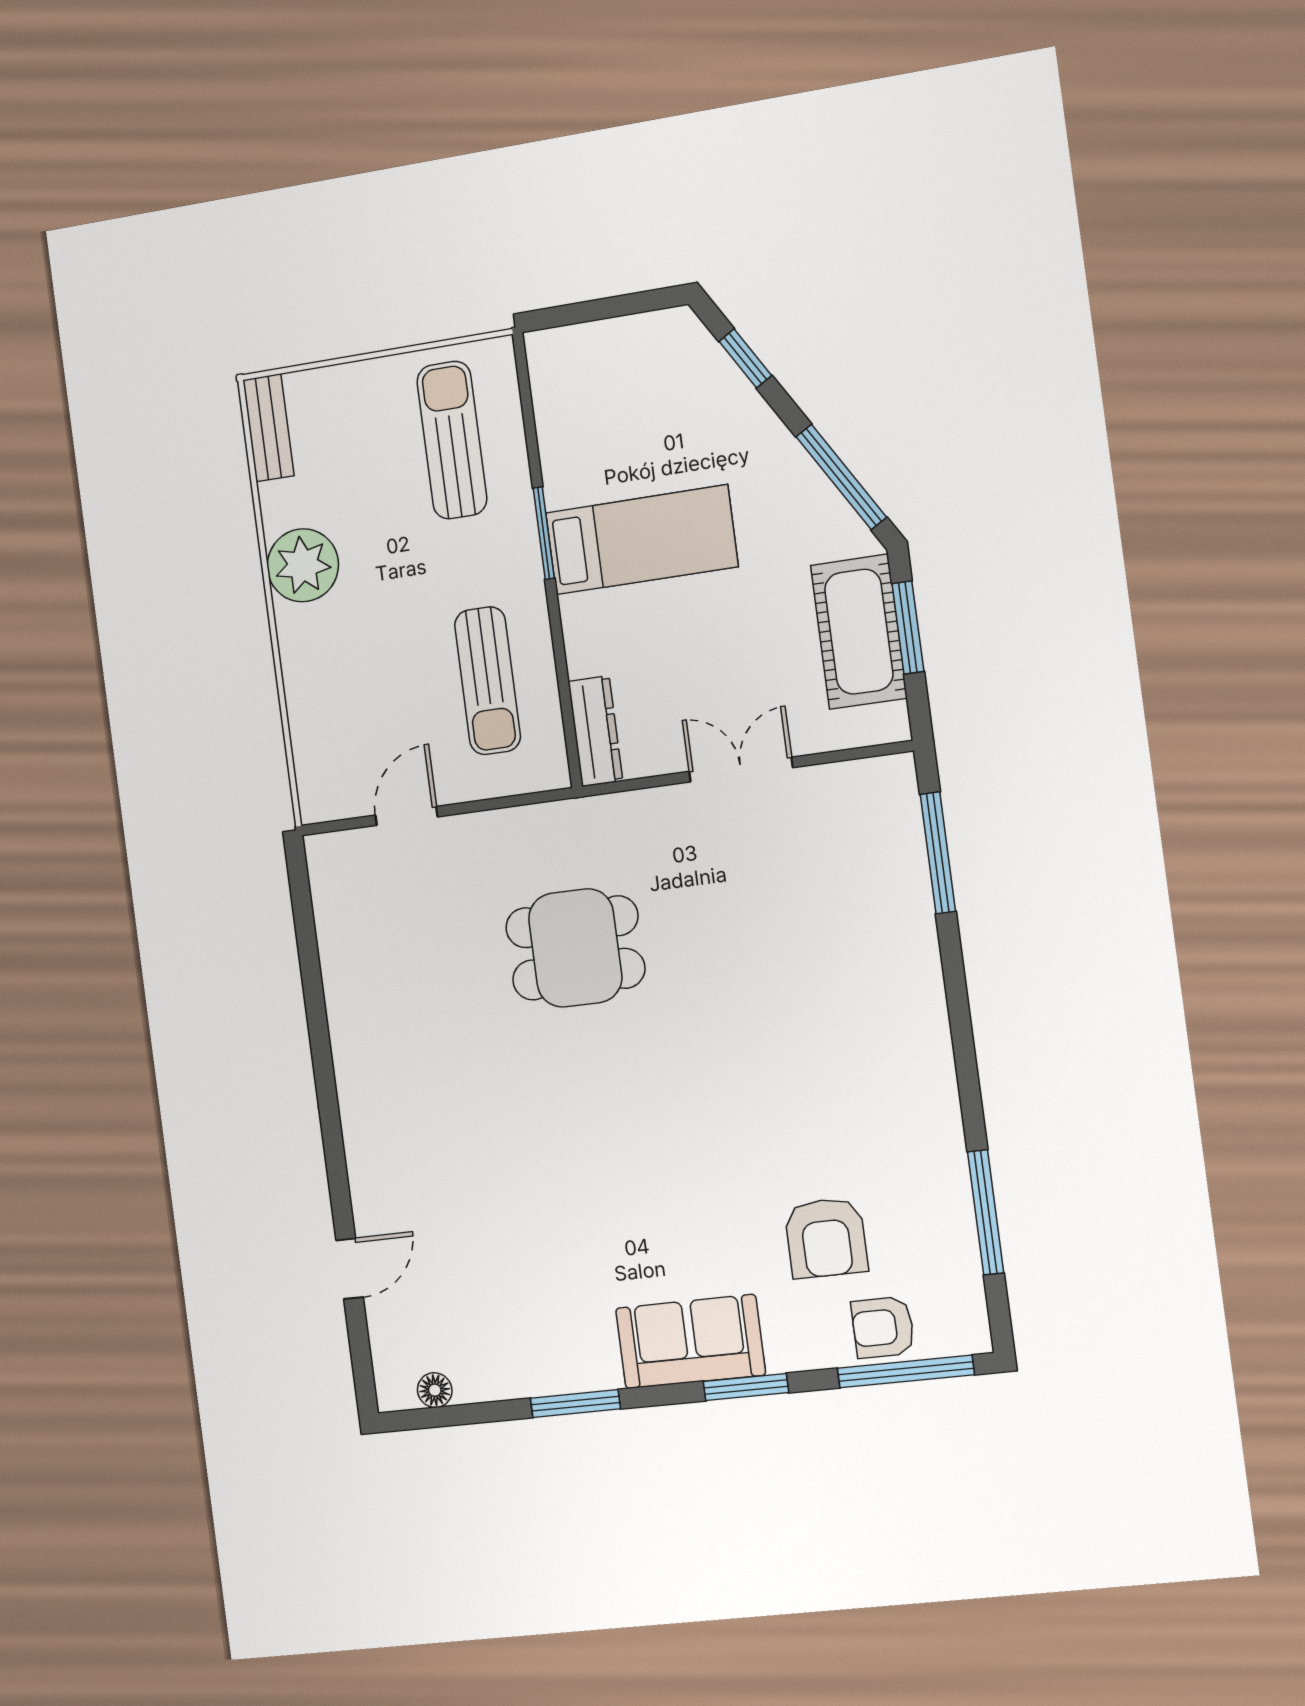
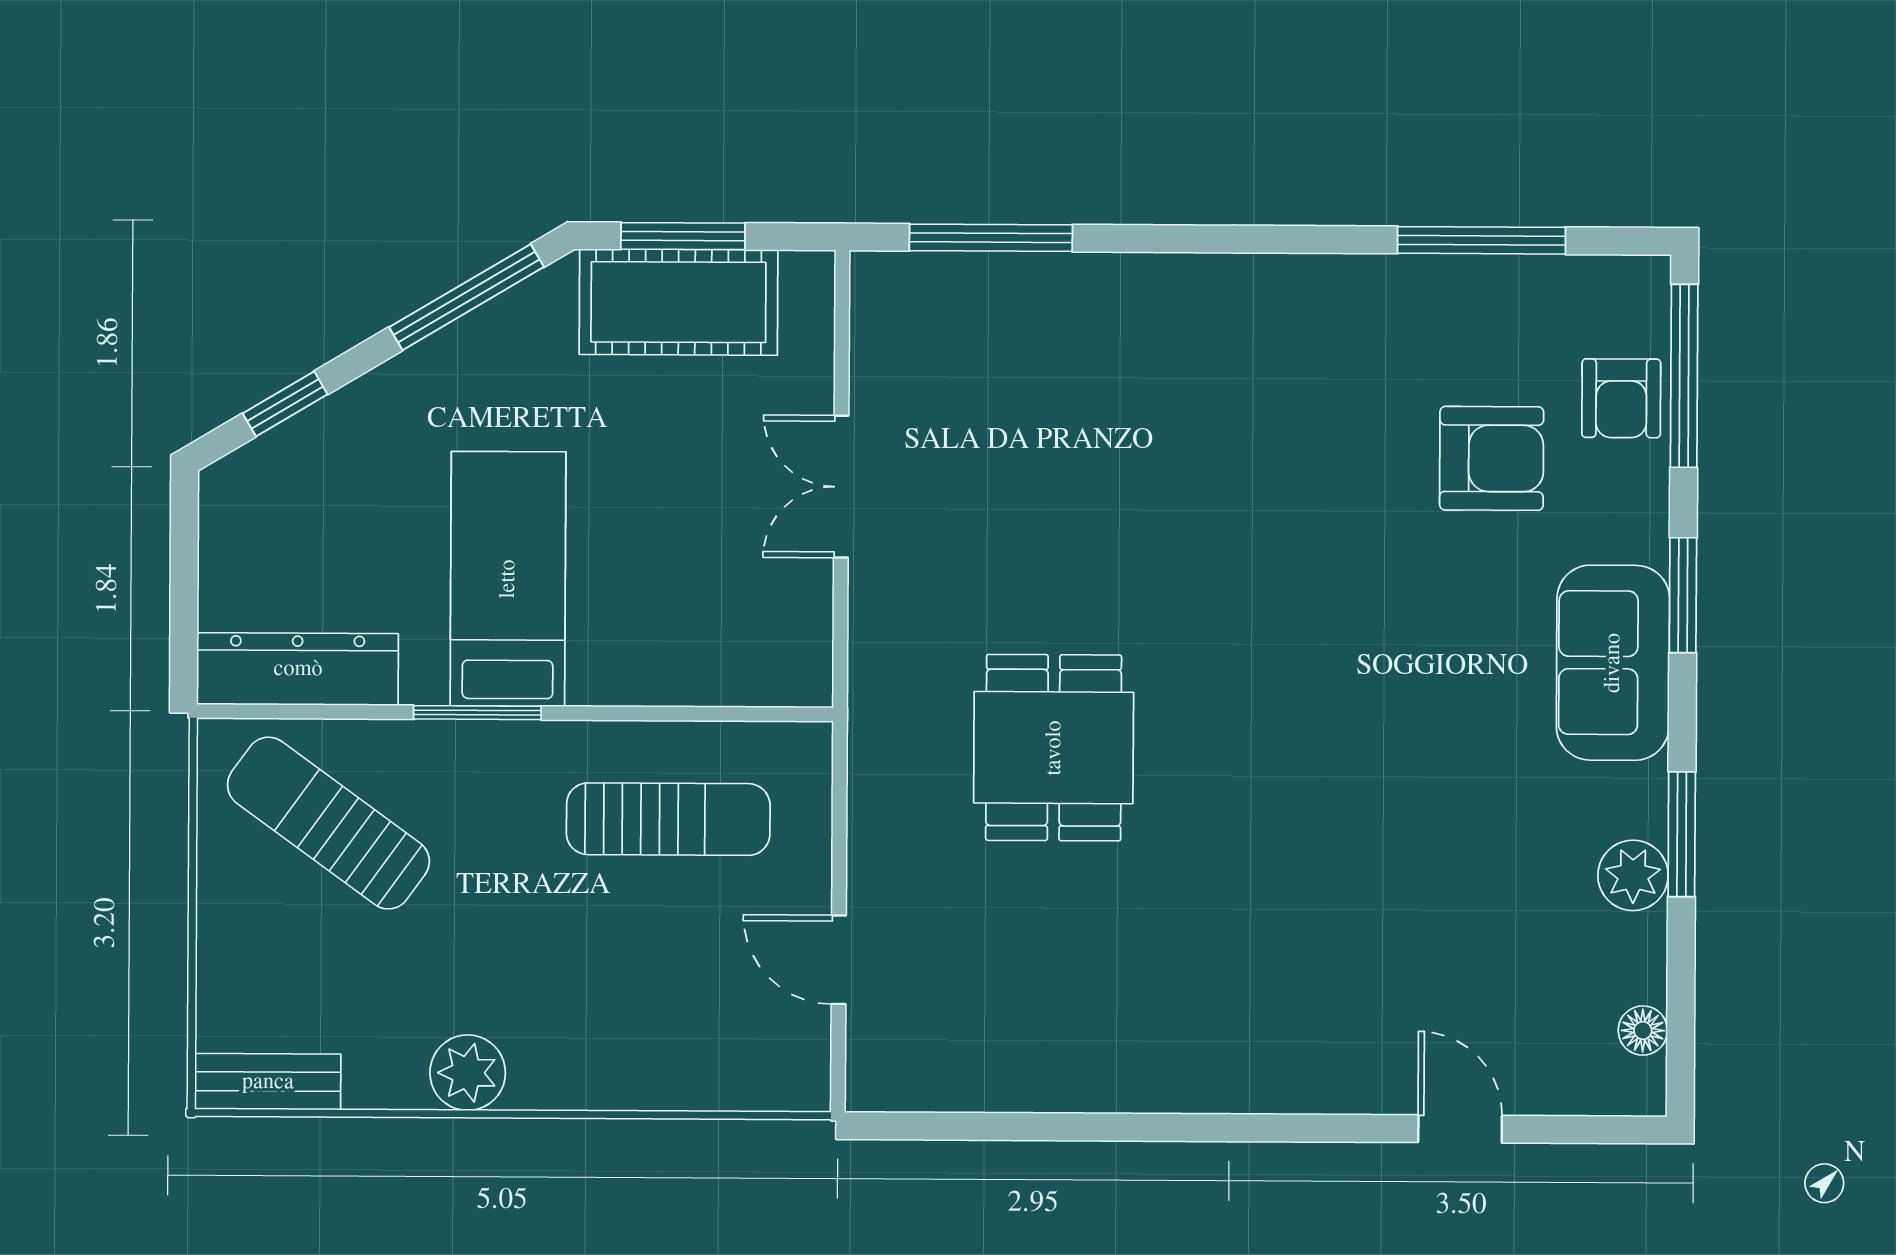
sun lounger: (452, 440) -> (328, 823), turned 36
plant: (303, 565) -> (468, 1073), width x0.73, depth x0.73
dresser: (595, 731) -> (298, 669), moved, width x1.37, depth x1.24
plant: (542, 1372) -> (1633, 875), added

